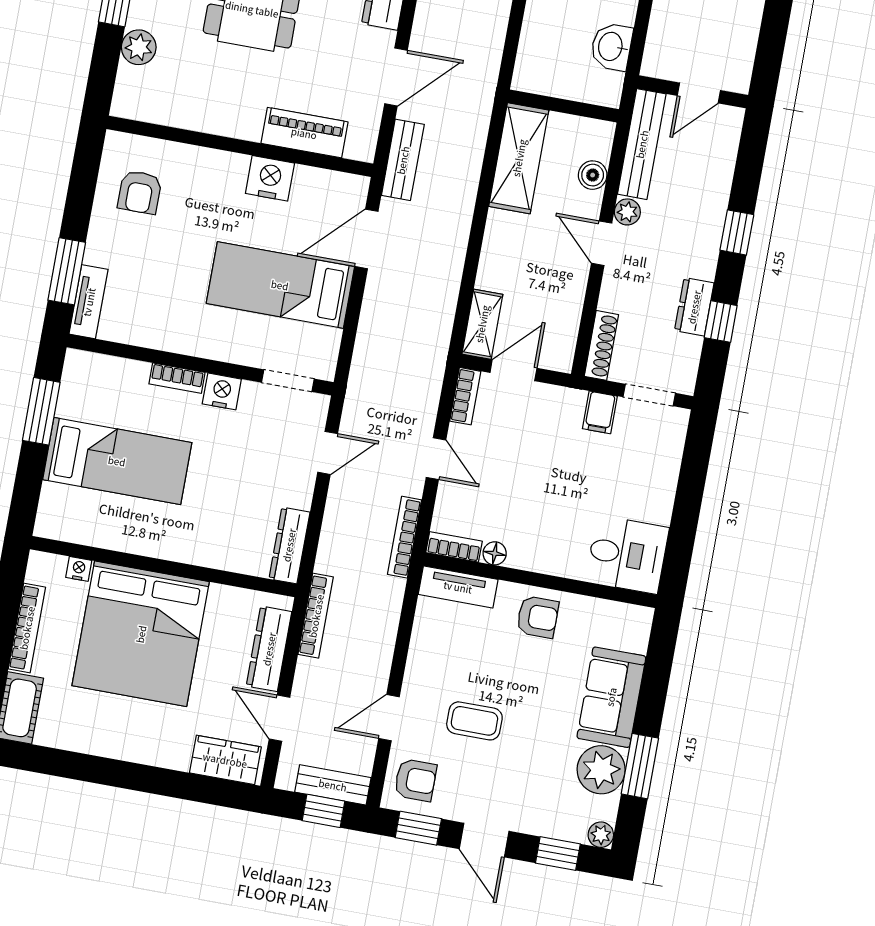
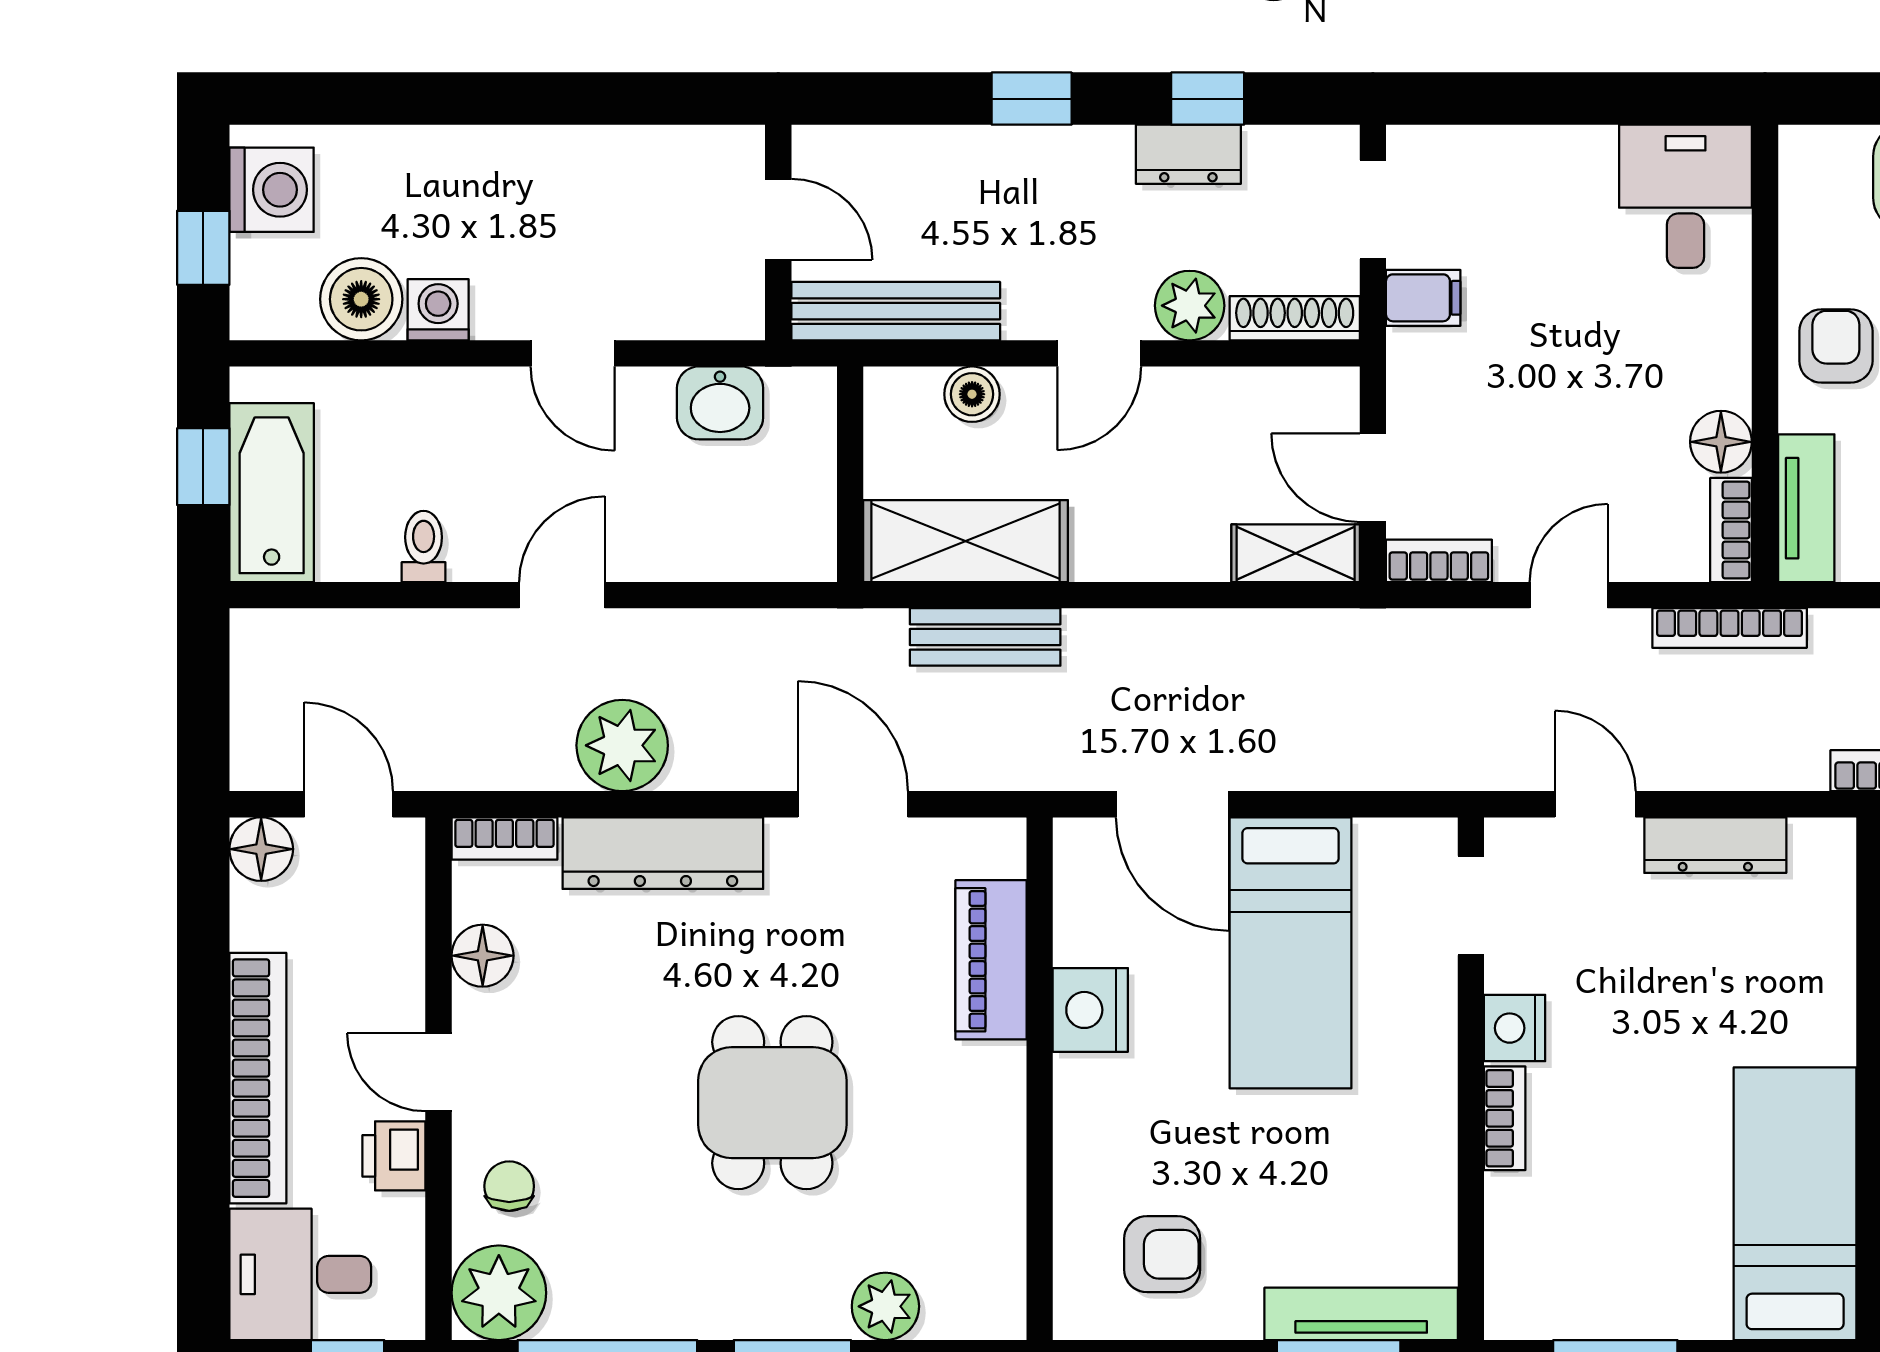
bench: (403, 160) -> (985, 637), moved
plant: (627, 212) -> (1190, 306), moved, width x1.38, depth x1.38
tv unit: (89, 302) -> (1361, 1314), width x1.41
bed: (117, 461) -> (1795, 1204), moved
dresser: (289, 545) -> (1715, 845), moved
floor lamp: (495, 553) -> (1721, 442), width x1.37, depth x1.37

